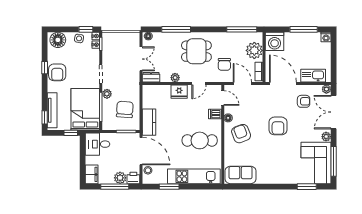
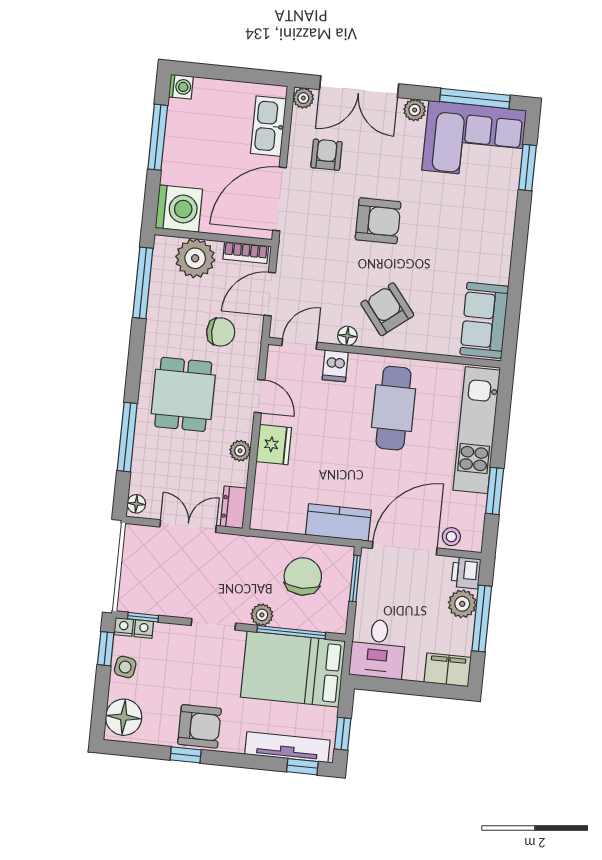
chair: (125, 109) -> (303, 576), turned 86
window: (71, 133) -> (343, 734), moved
armchair: (241, 134) -> (387, 309), turned 73

